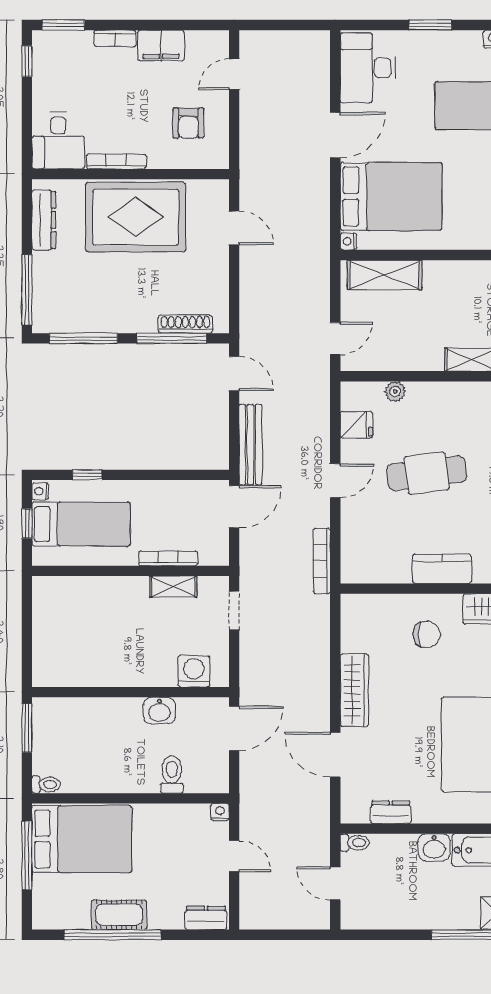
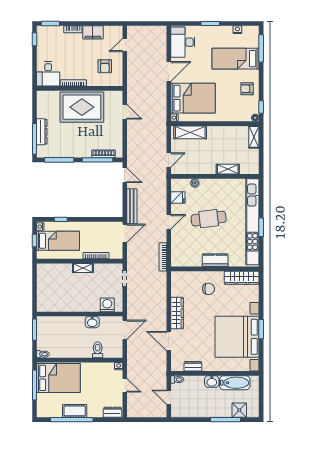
dresser: (44, 220) -> (42, 132), moved
shelving: (173, 587) -> (83, 268), moved

